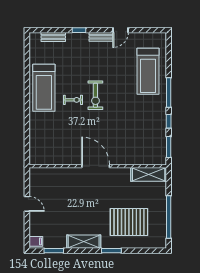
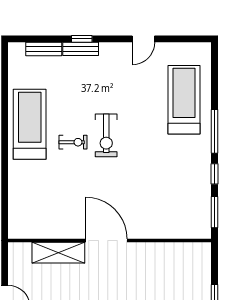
bench: (101, 37) -> (81, 49), moved
treadmill: (148, 71) -> (184, 100), turned 180
treadmill: (44, 88) -> (30, 124), turned 180
shelving: (149, 174) -> (58, 253), moved

